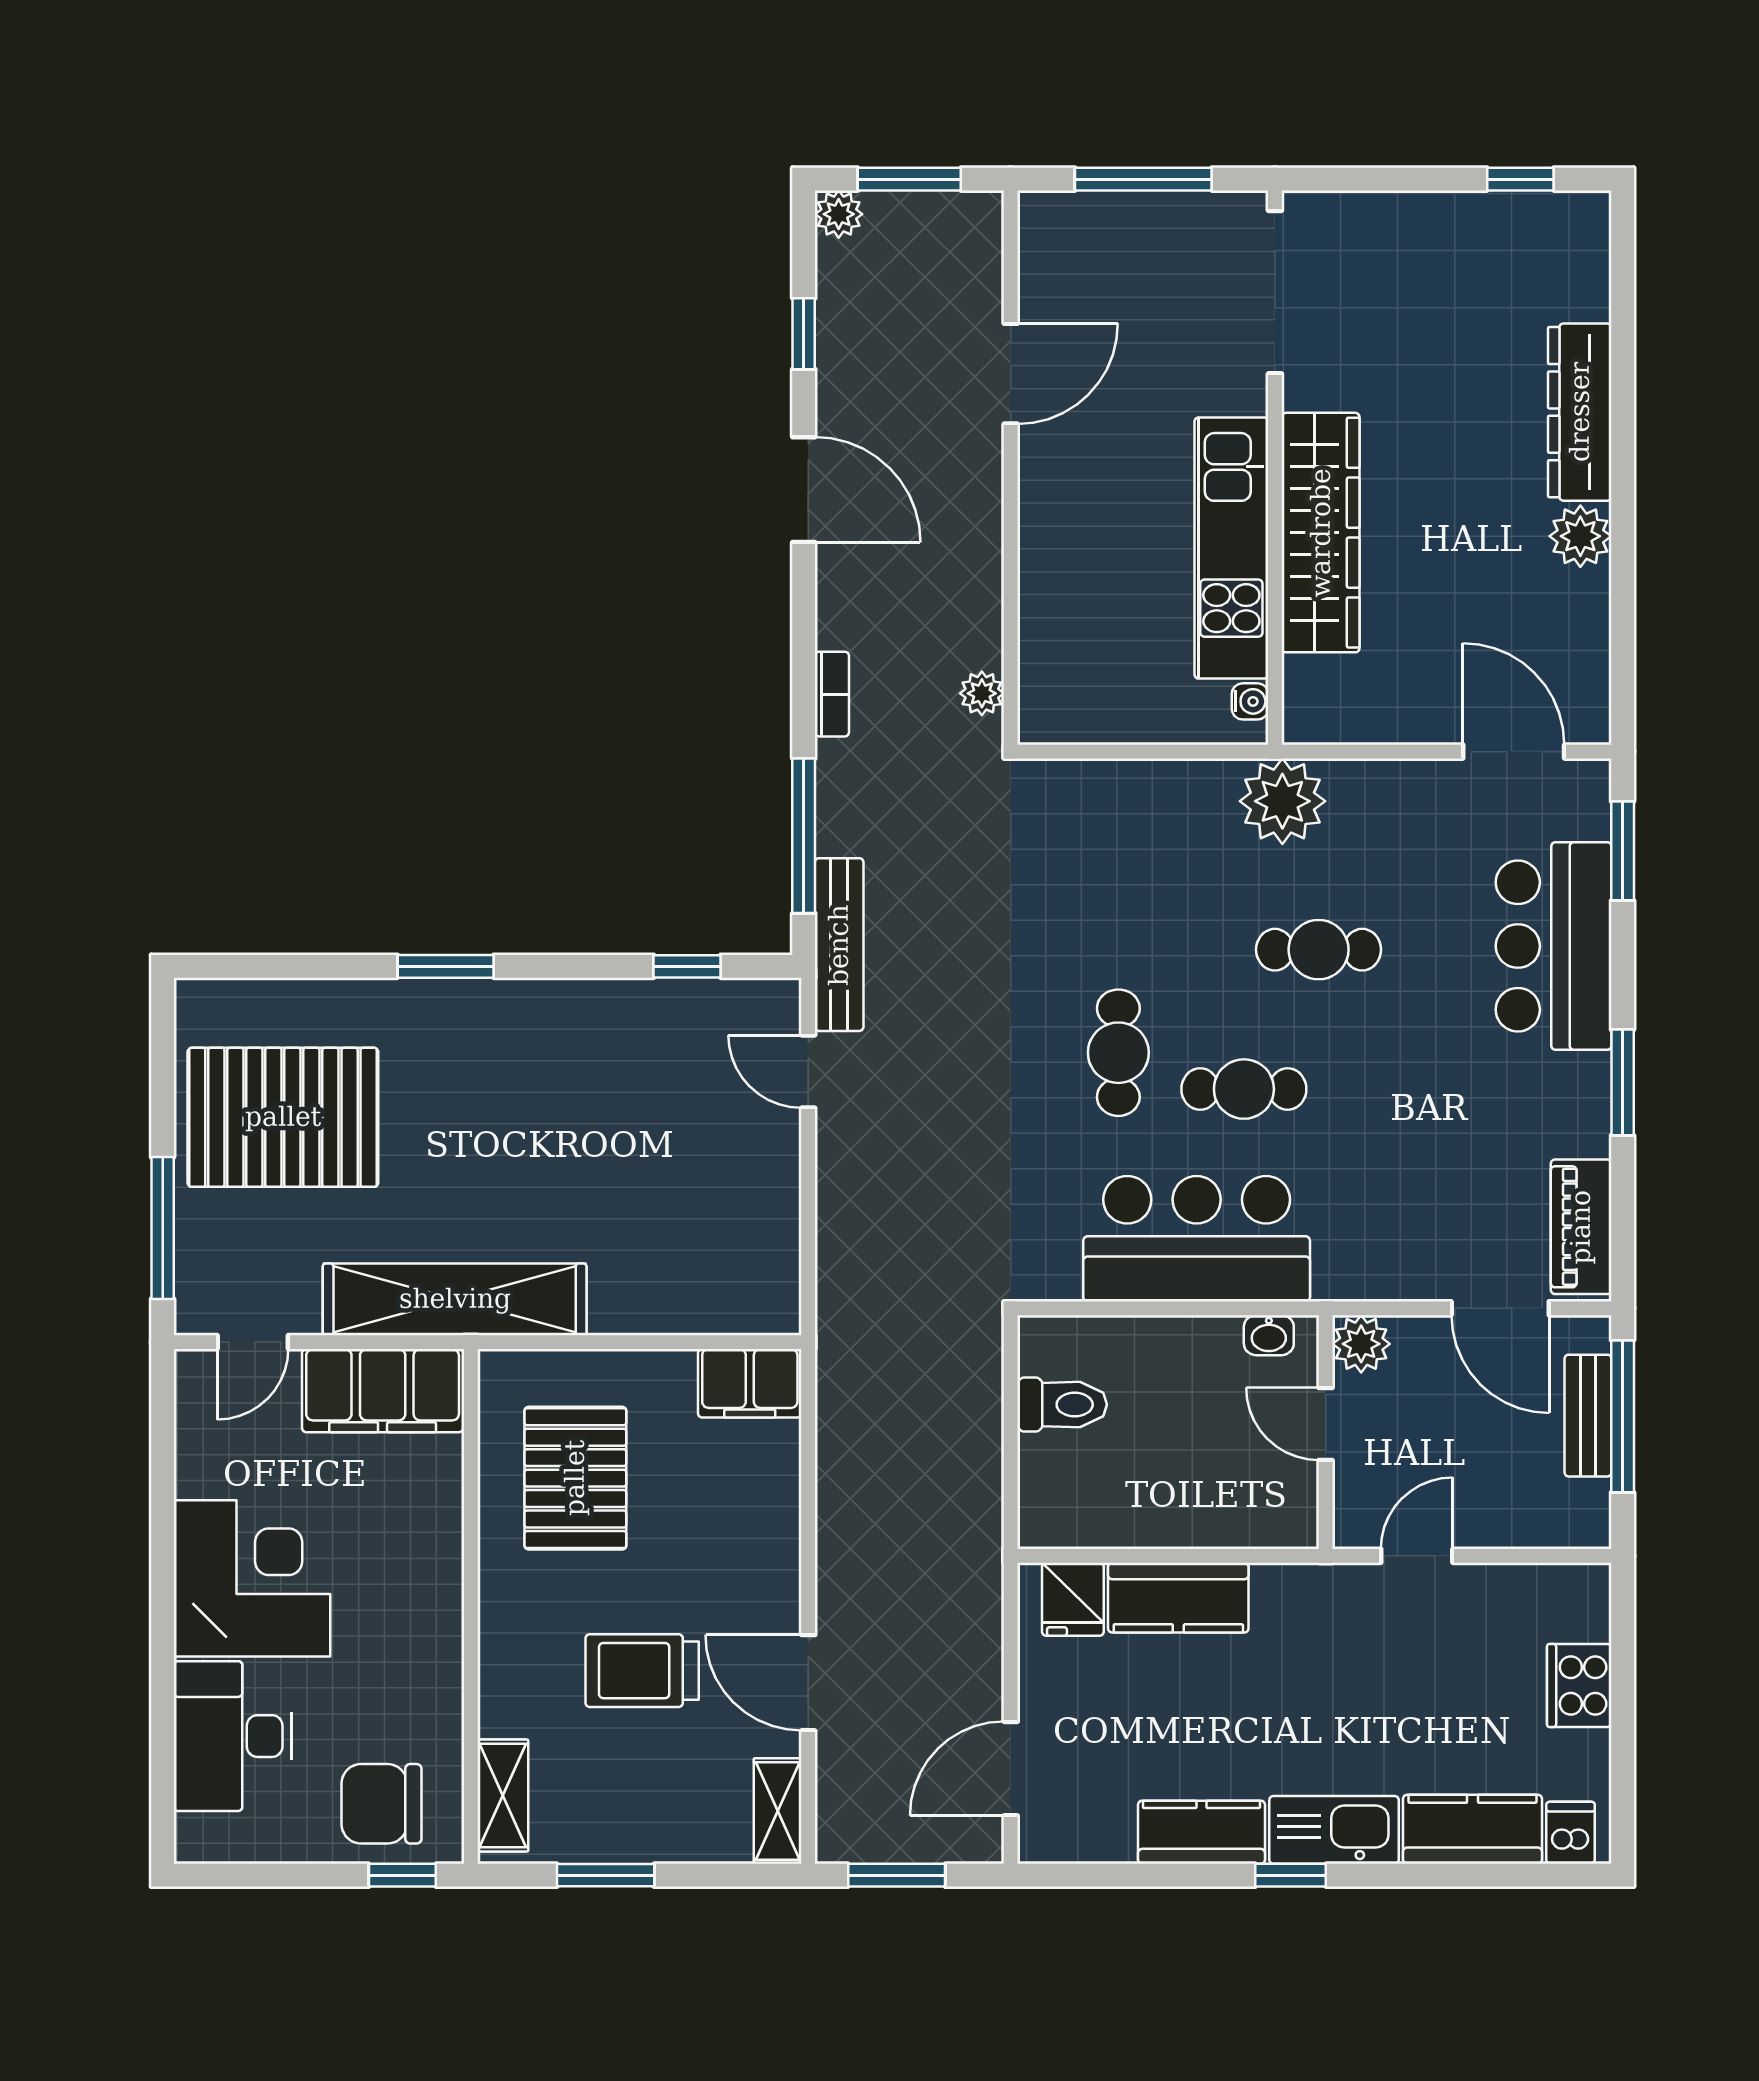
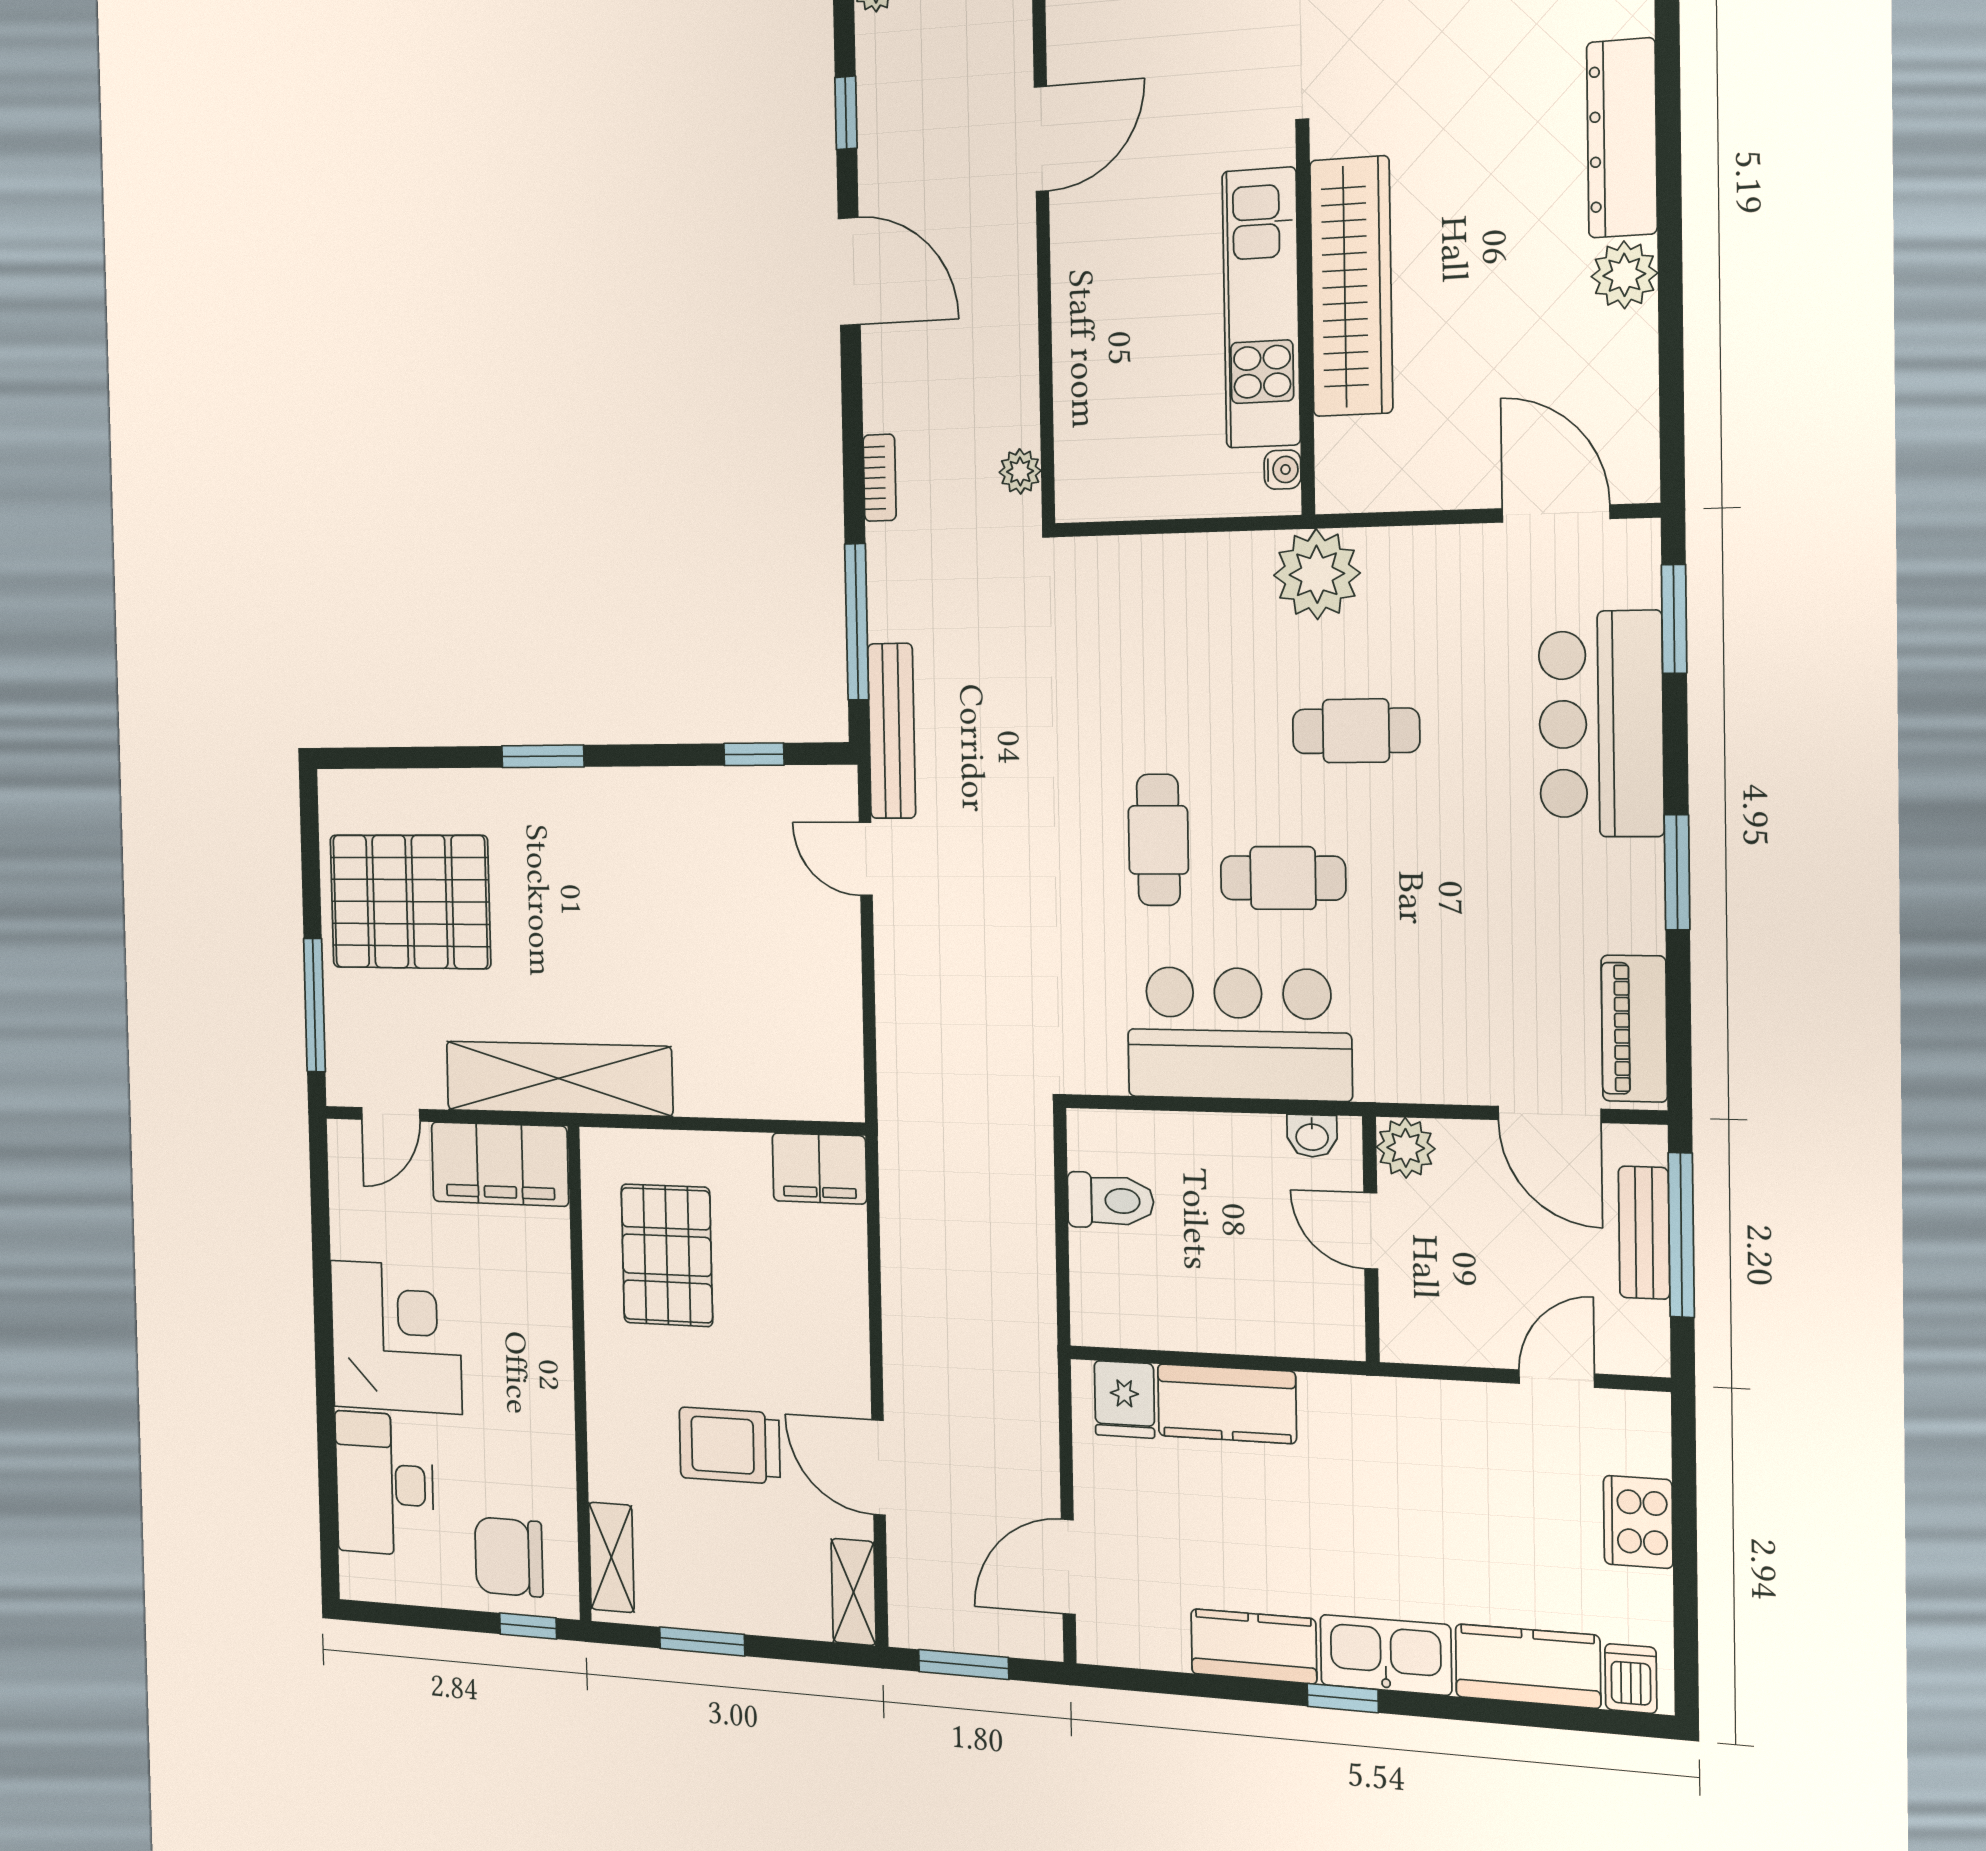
door: (1417, 1556) -> (1557, 1379), moved

